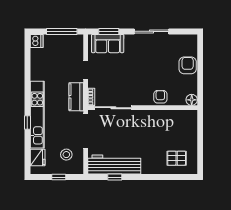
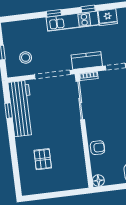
window: (27, 89) -> (88, 9), added
kitchen unit: (37, 115) -> (73, 21), width x0.73
fridge: (38, 157) -> (108, 17), moved
pallet: (177, 158) -> (43, 159), moved

